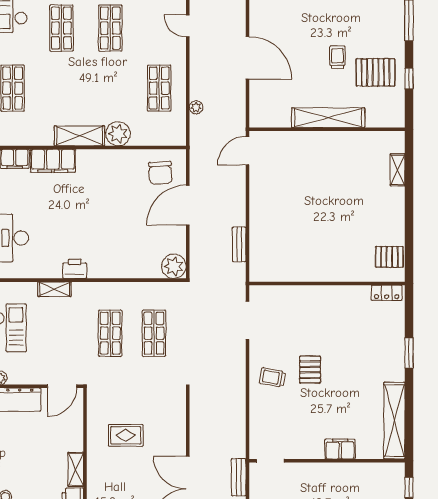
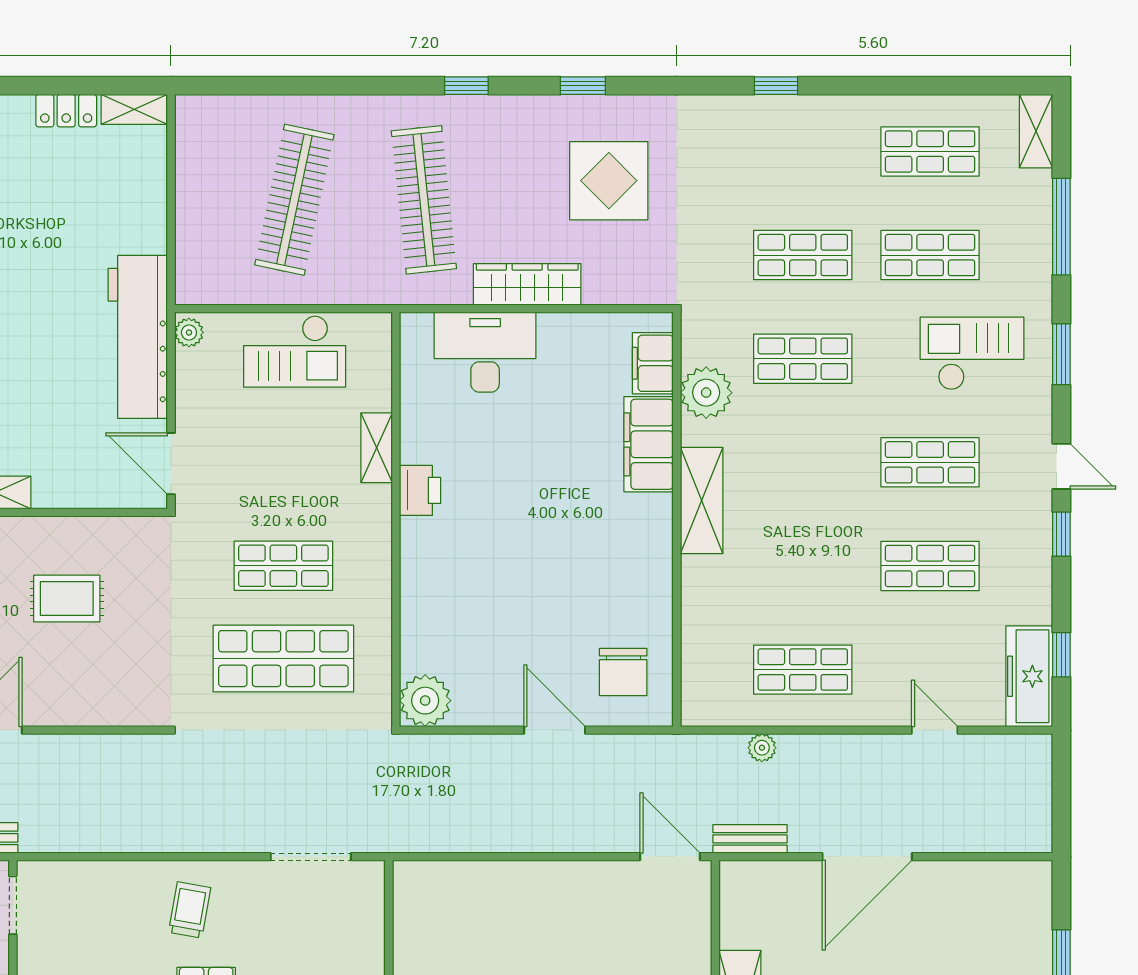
door: (188, 26) -> (935, 730), hinge flipped
plant: (118, 134) -> (706, 393), moved
chair: (160, 173) -> (623, 672), turned -87
door: (188, 205) -> (555, 730), width x0.73
bench: (239, 244) -> (750, 839), moved
shop shelf: (154, 333) -> (283, 659), width x1.43, depth x1.36
rug: (126, 435) -> (67, 599), turned 90

